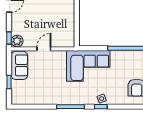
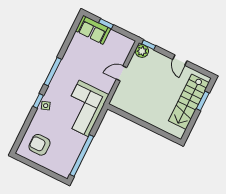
door: (44, 49) -> (122, 73), swing flipped
sofa: (19, 65) -> (93, 30), moved

